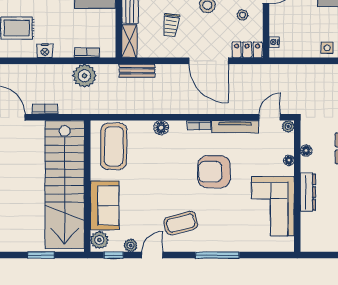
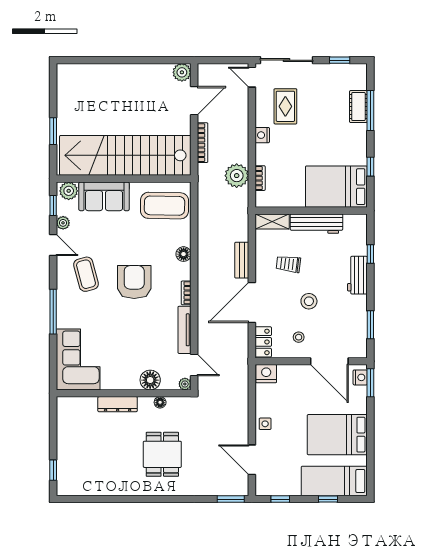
nightstand: (274, 42) -> (266, 374), width x1.89, depth x1.79
bench: (137, 71) -> (242, 260), moved
bookcase: (45, 109) -> (203, 143), width x1.56
floor lamp: (289, 160) -> (150, 380), width x1.89, depth x1.89
armchair: (214, 172) -> (134, 282), moved
corner sofa: (273, 206) -> (78, 359), moved, turned 90

